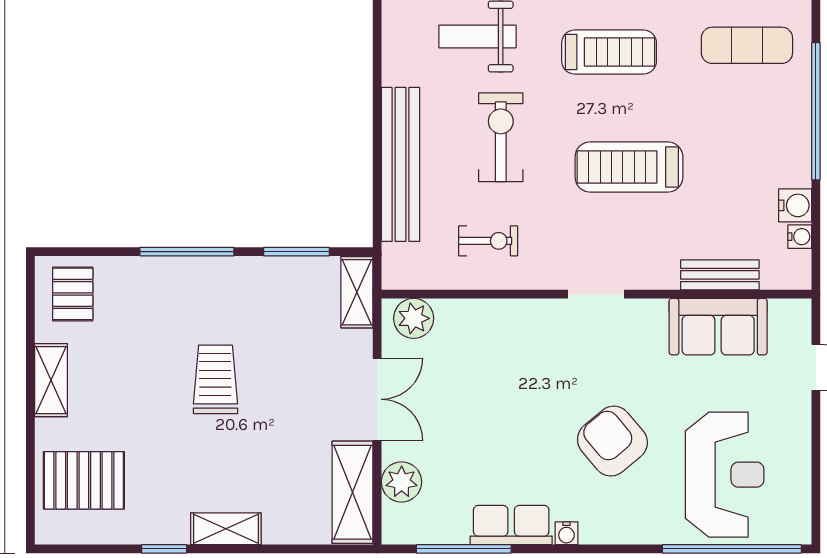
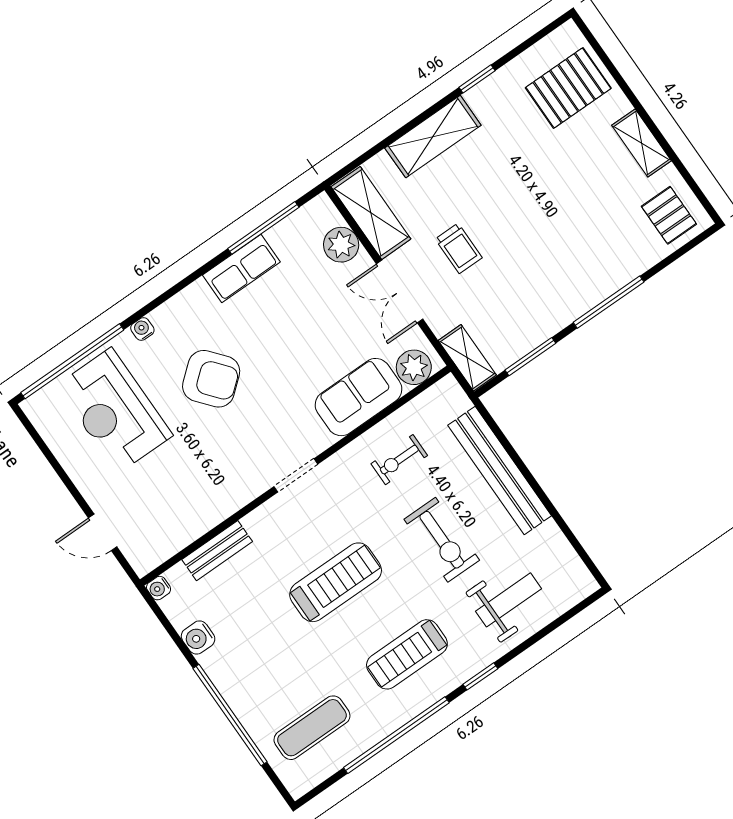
water cooler: (800, 237) -> (159, 588), moved
sofa: (718, 327) -> (359, 397), moved
trolley: (215, 379) -> (459, 248), moved, width x0.73, depth x0.72
shelving: (226, 529) -> (433, 137), width x1.50, depth x1.33
water cooler: (566, 533) -> (142, 329), moved

